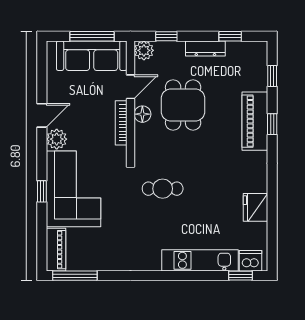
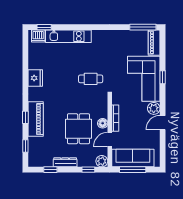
fridge: (255, 207) -> (35, 78), moved

